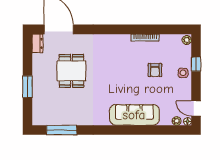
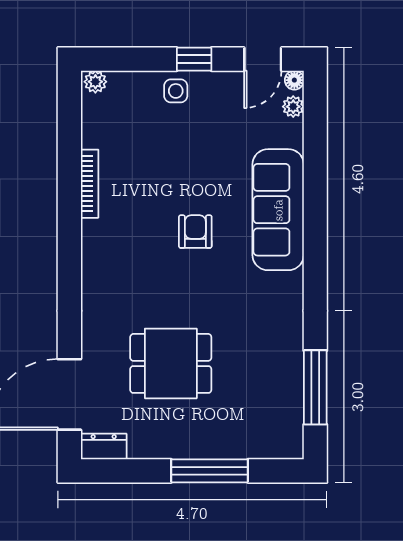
window: (196, 64) -> (194, 59), moved
armchair: (155, 70) -> (195, 232), moved, turned -90
window: (27, 87) -> (210, 471), width x1.44

